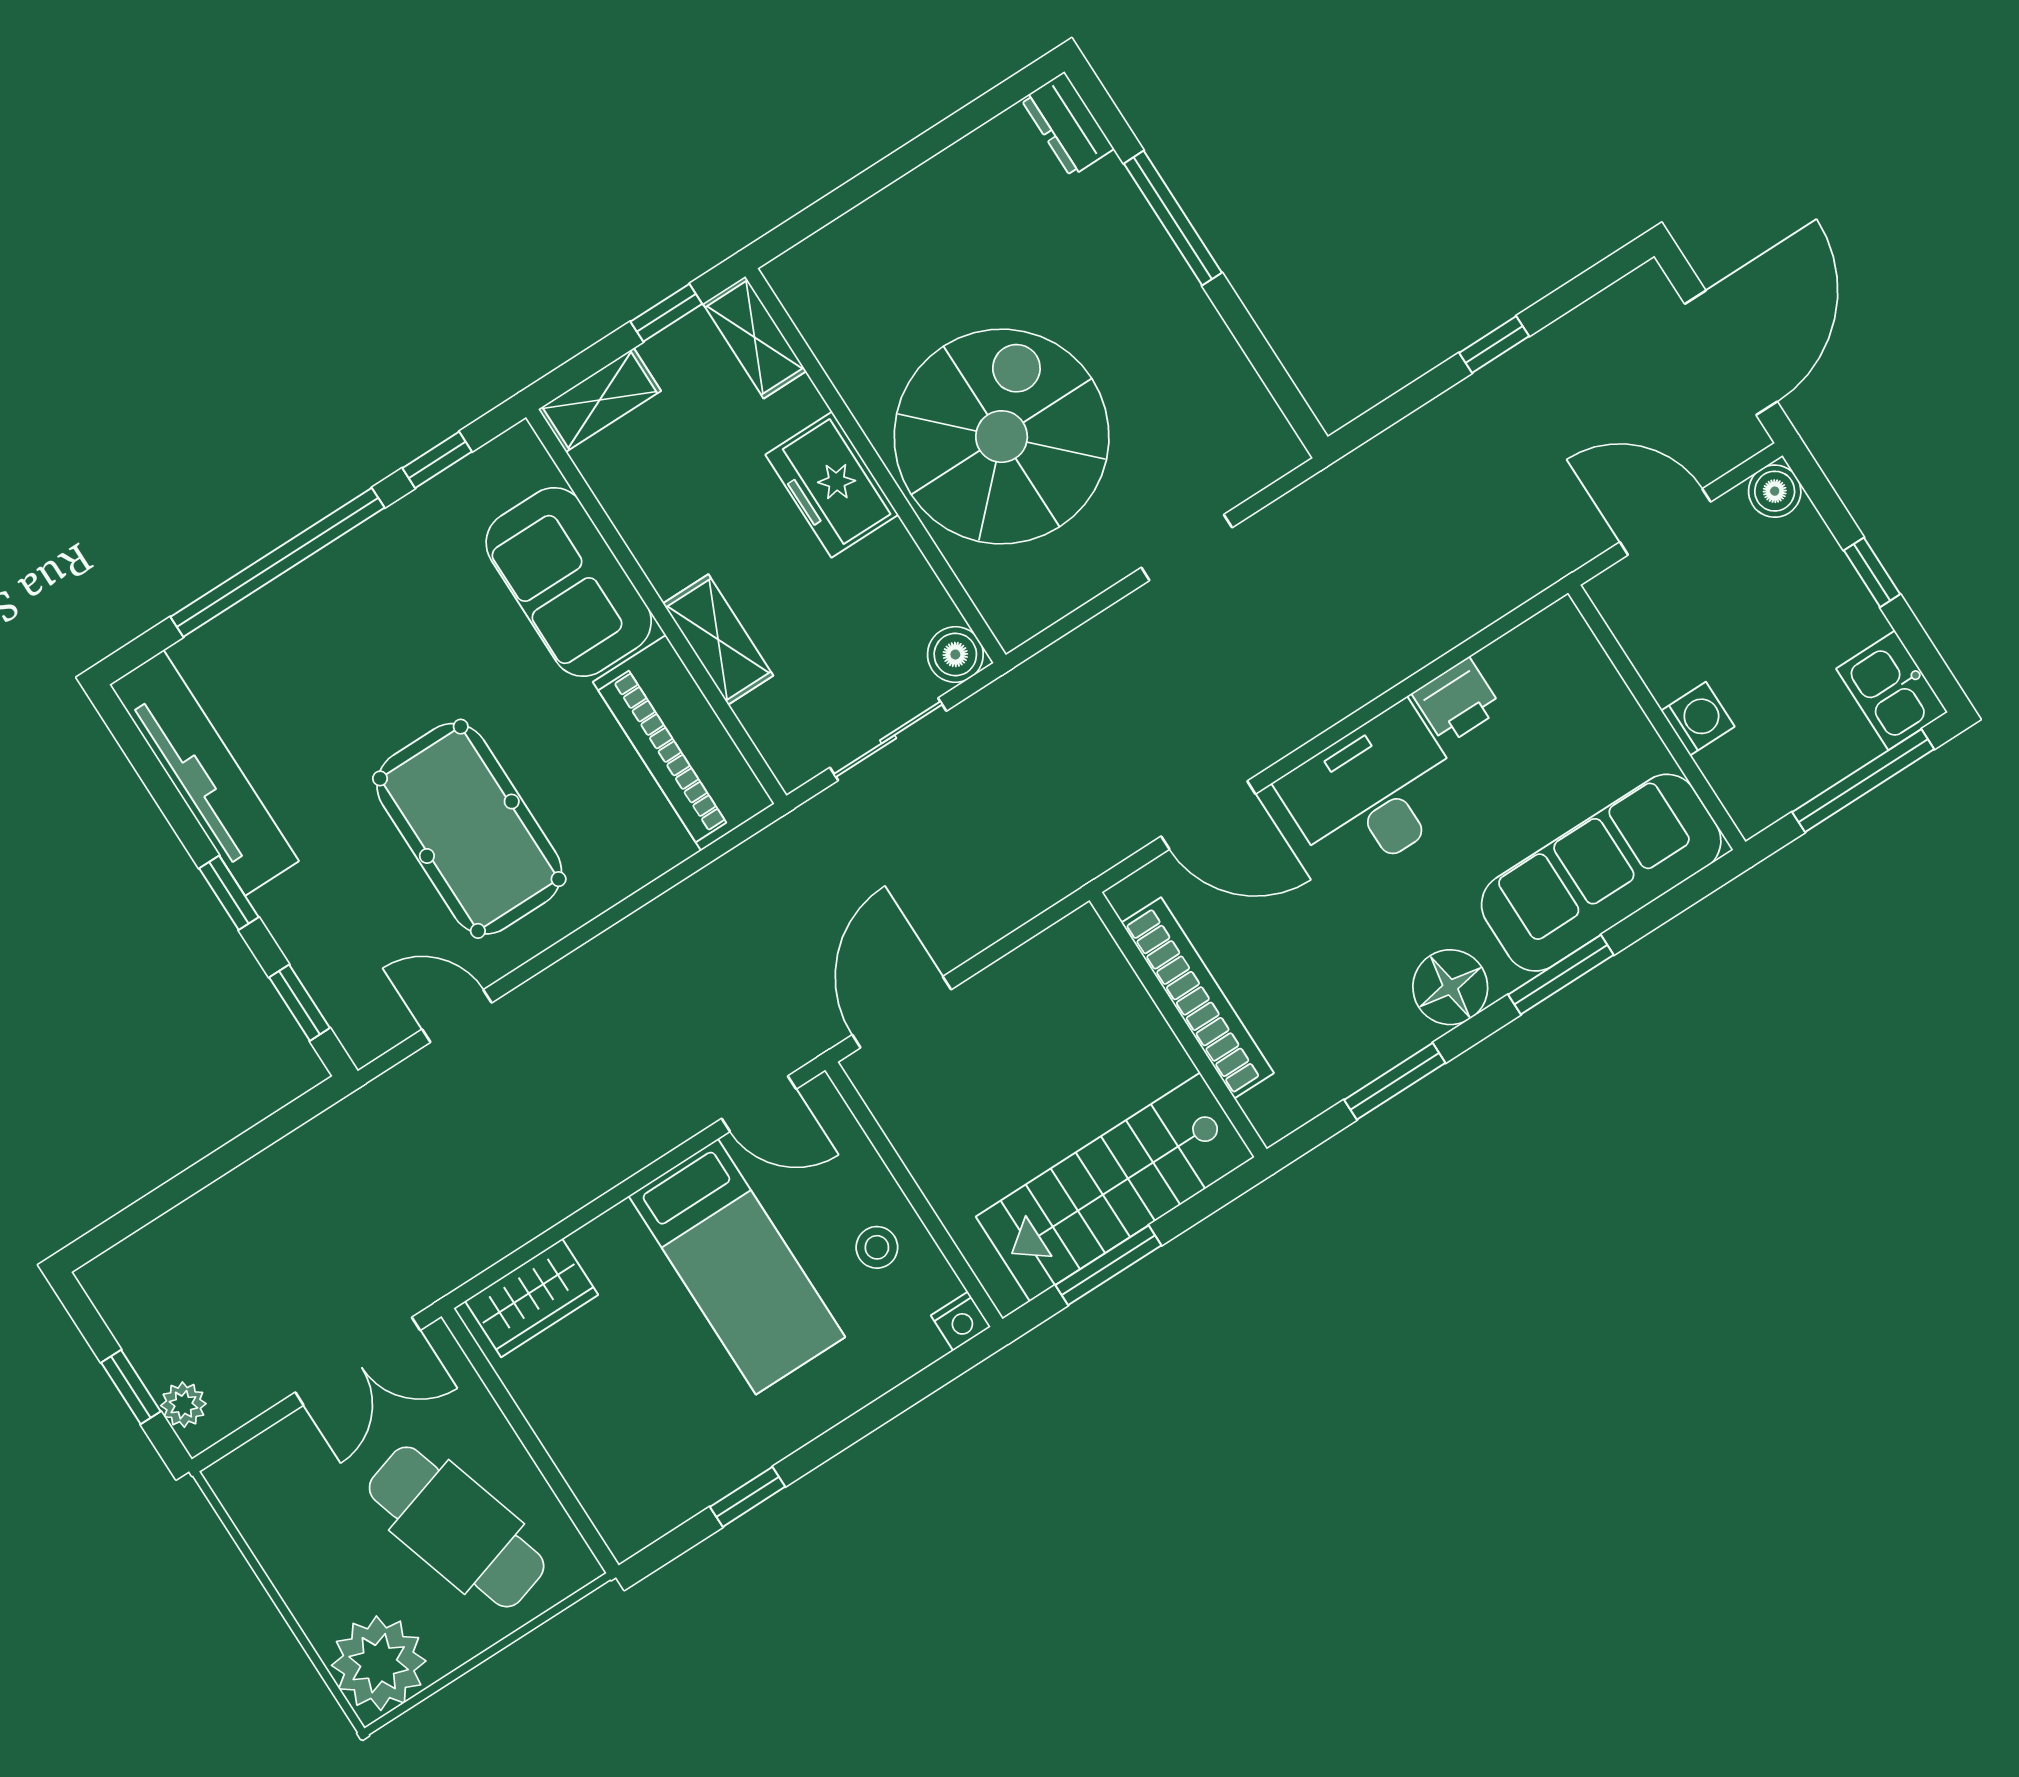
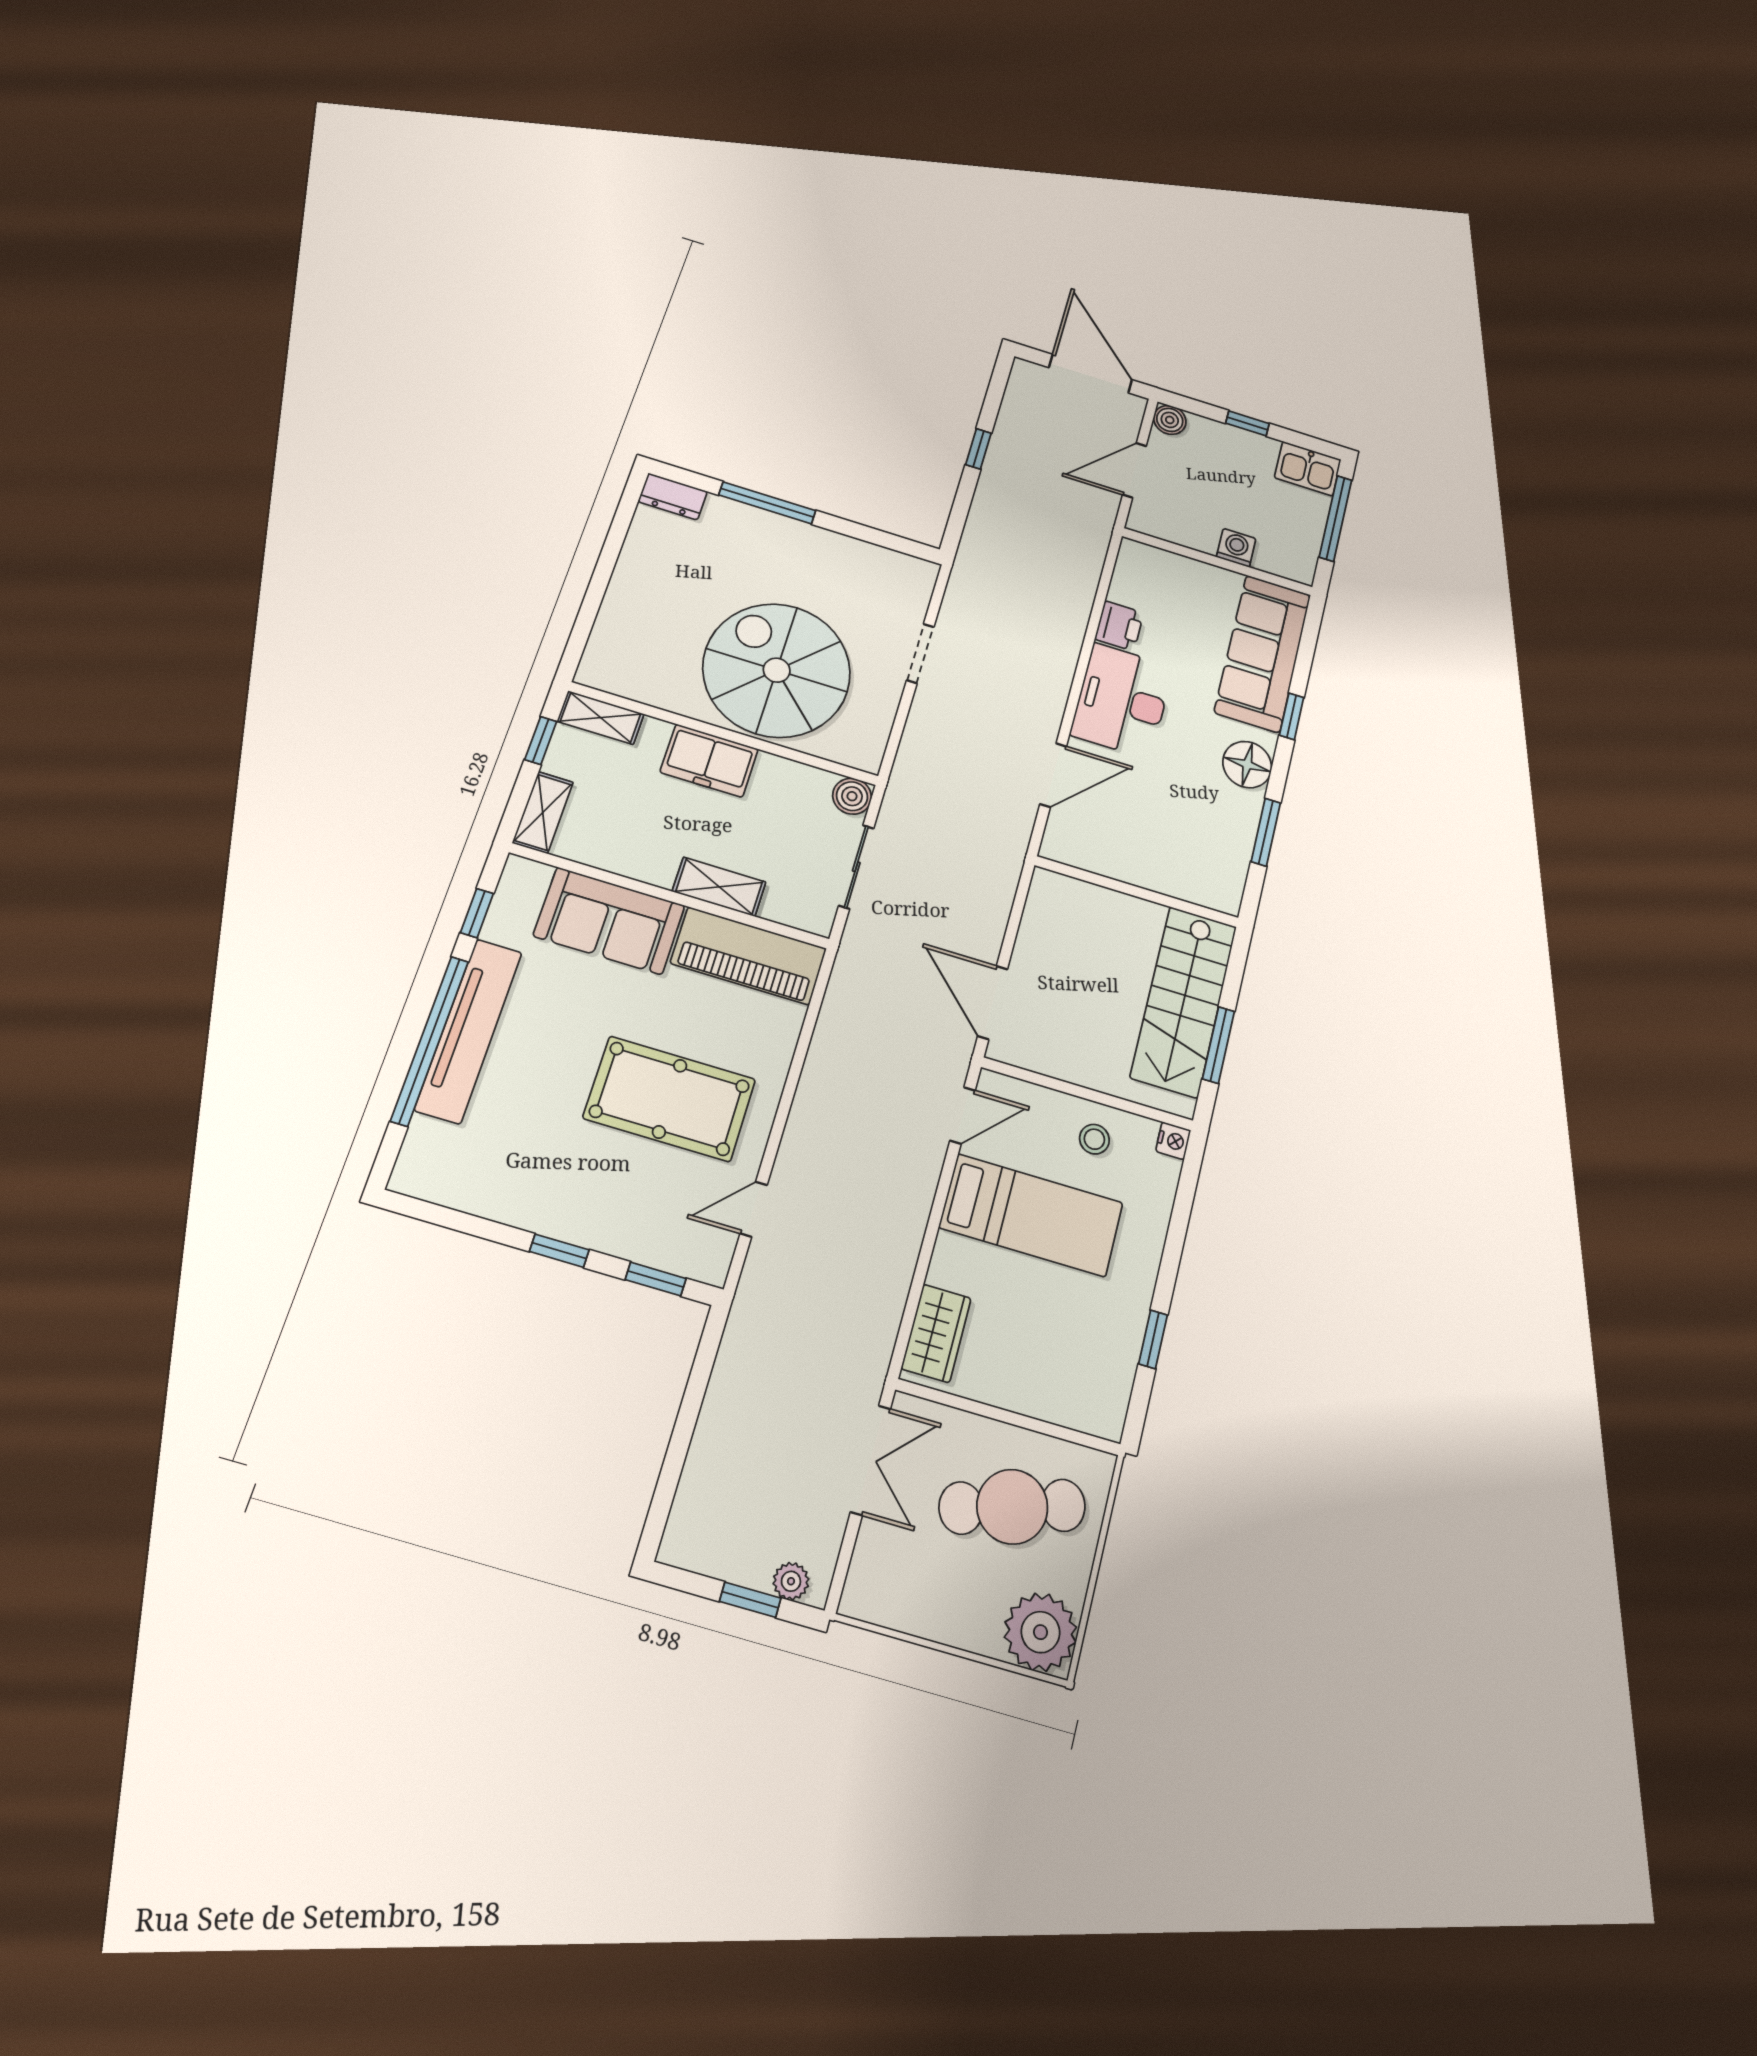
tv unit: (204, 773) -> (469, 1030), moved, turned 90
window: (1561, 975) -> (1292, 716), width x0.67
bookcase: (1198, 998) -> (1133, 870), removed

